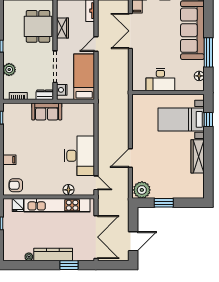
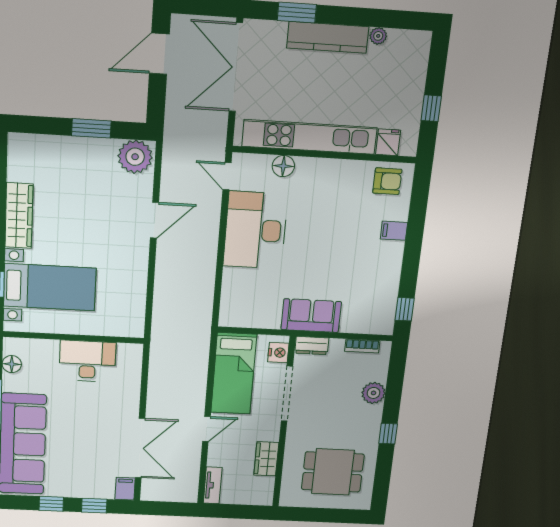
dining table: (38, 26) -> (333, 472), moved, turned 90

